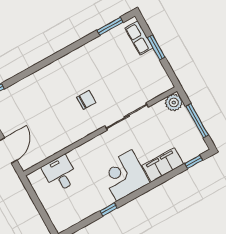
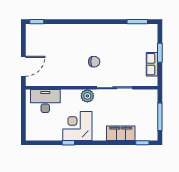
row of seats: (139, 38) -> (152, 64), moved
plant: (174, 103) -> (87, 96), moved
desk: (60, 174) -> (45, 101), width x1.37
corner desk: (124, 175) -> (77, 126), moved

